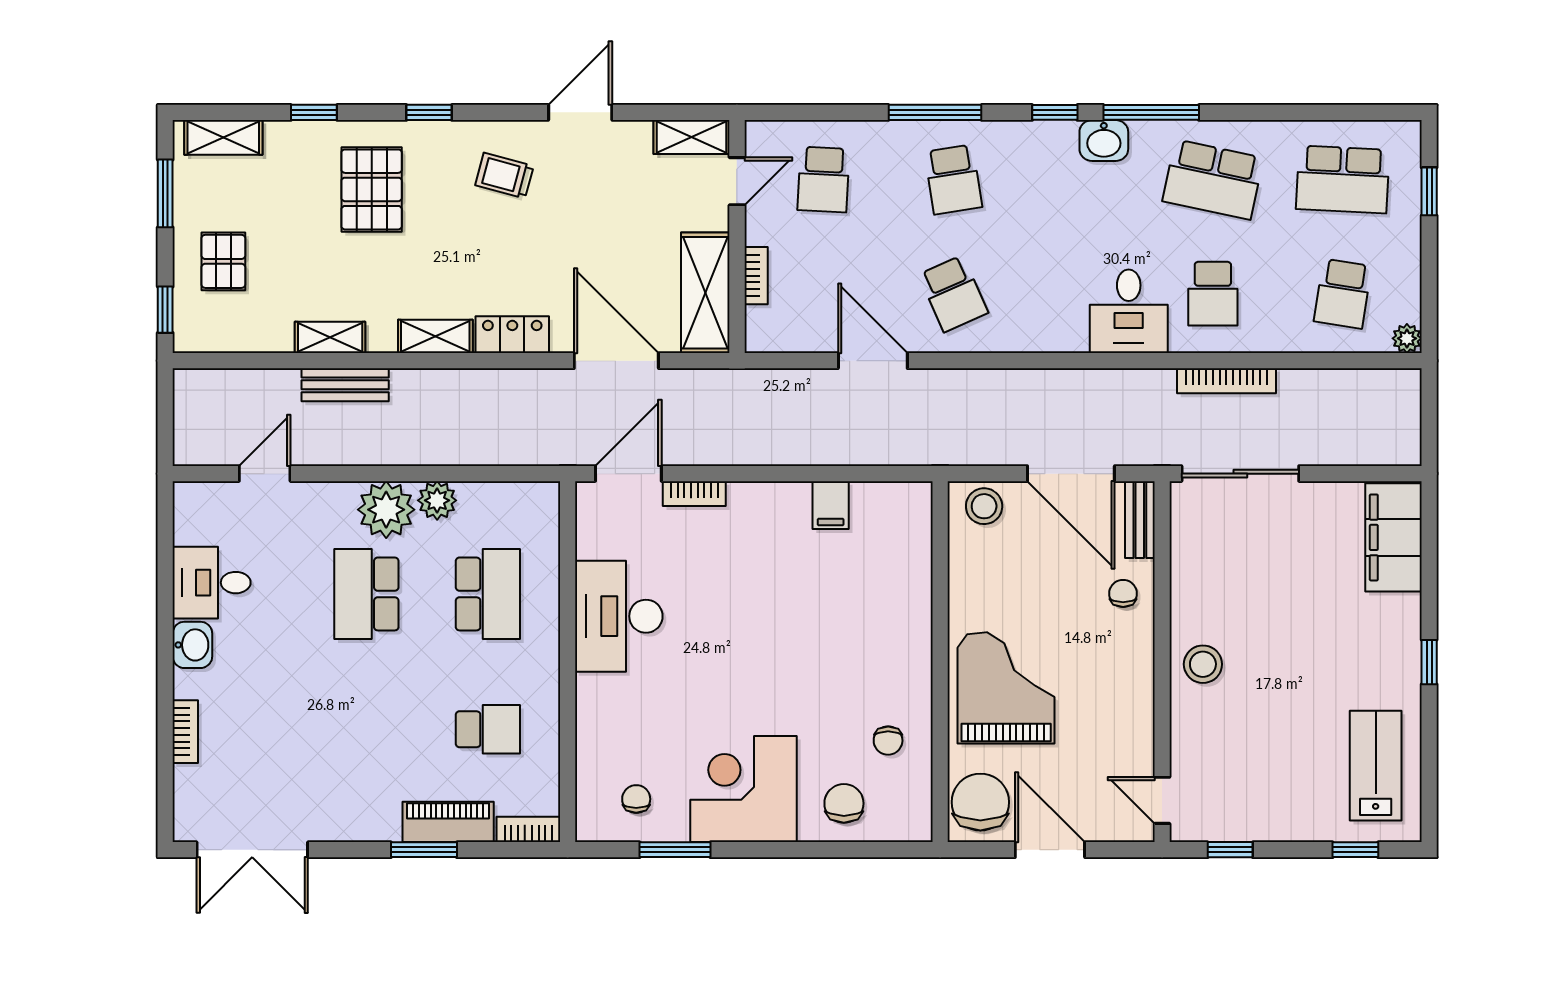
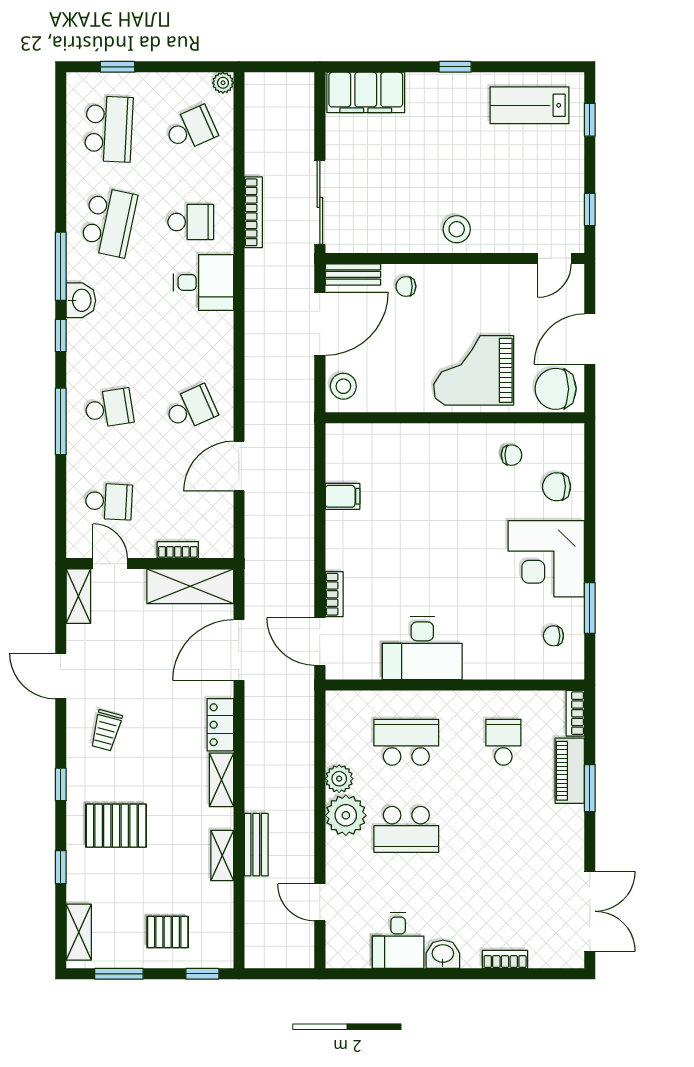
school desk: (1343, 294) -> (191, 129), turned -33

